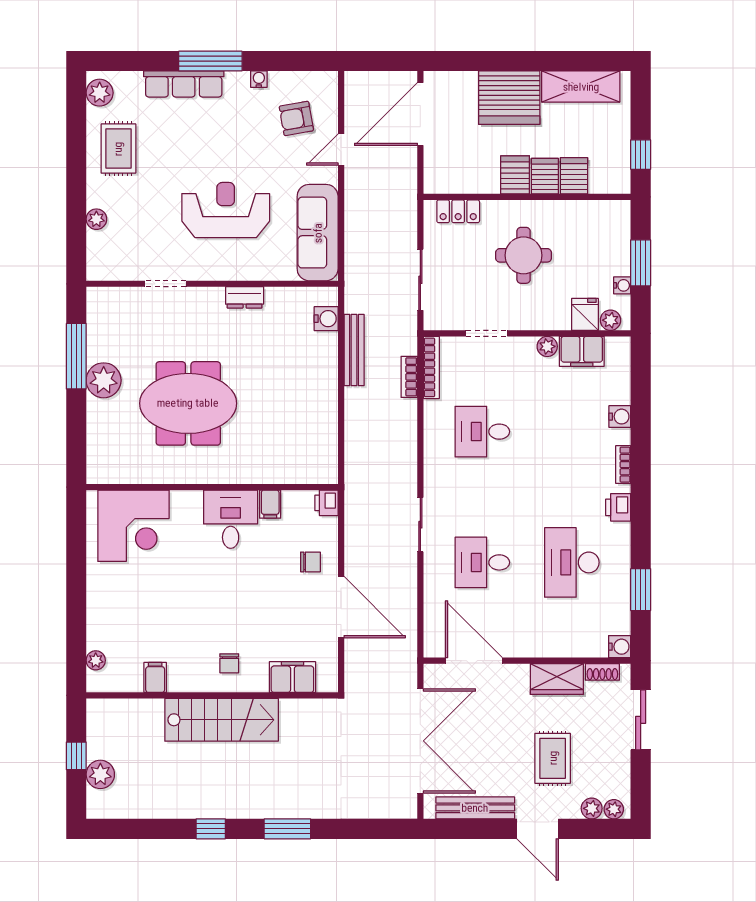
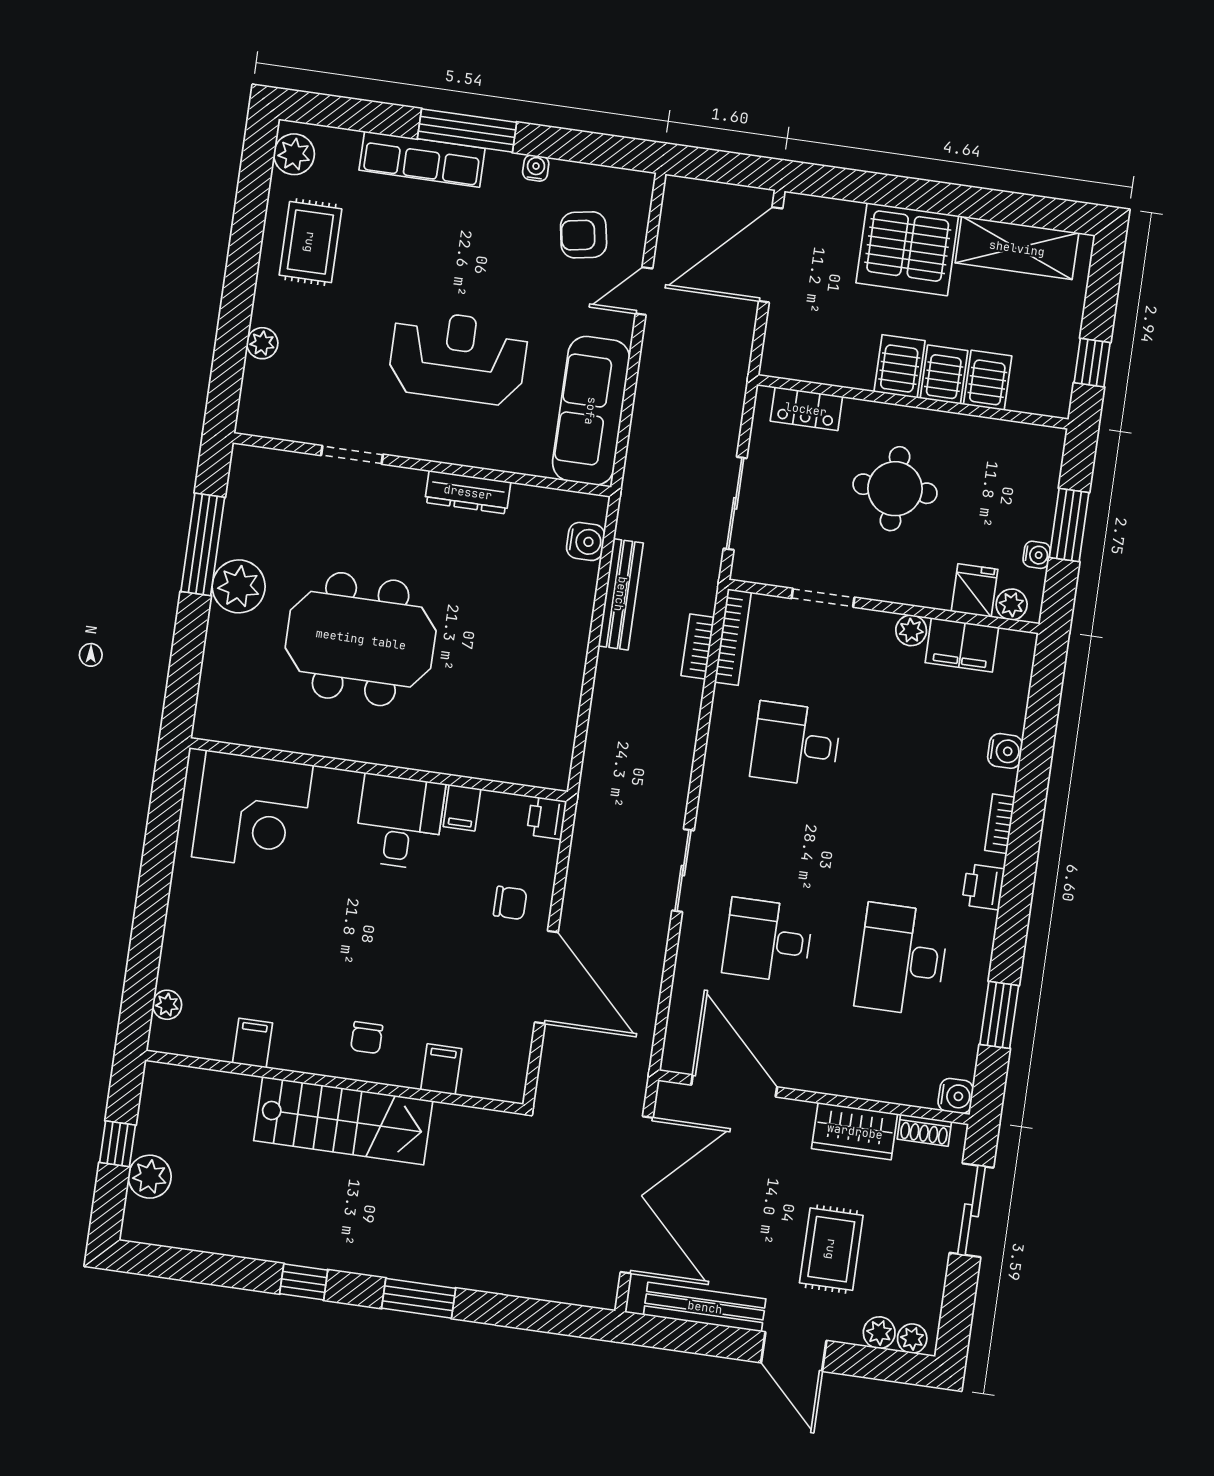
dresser: (245, 297) -> (468, 492), width x1.44
filing cabinet: (292, 677) -> (441, 1069), width x0.50

